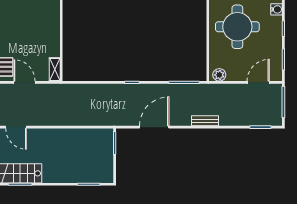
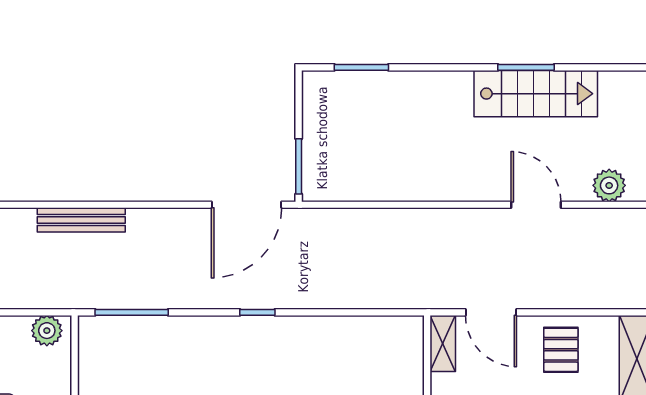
door: (25, 82) -> (491, 312), moved
bench: (205, 121) -> (81, 220), width x1.36
door: (154, 127) -> (246, 205), moved

